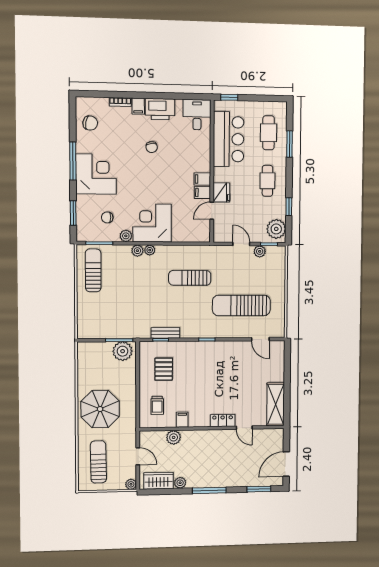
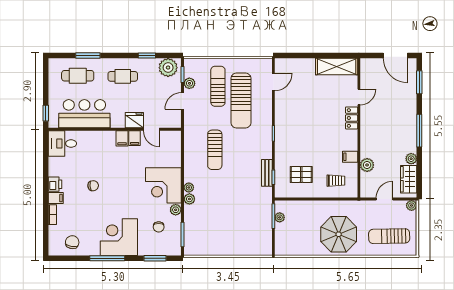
printer: (160, 109) -> (55, 184), width x0.53, depth x0.68
sun lounger: (93, 270) -> (218, 86), moved, turned 90
plant: (123, 351) -> (280, 217), width x0.53, depth x0.53

